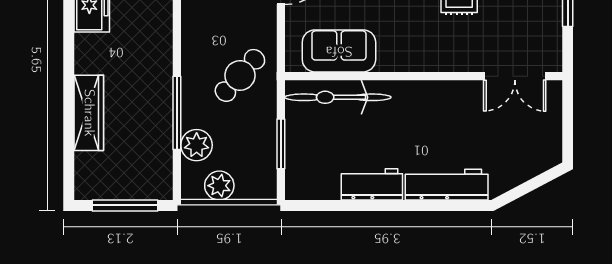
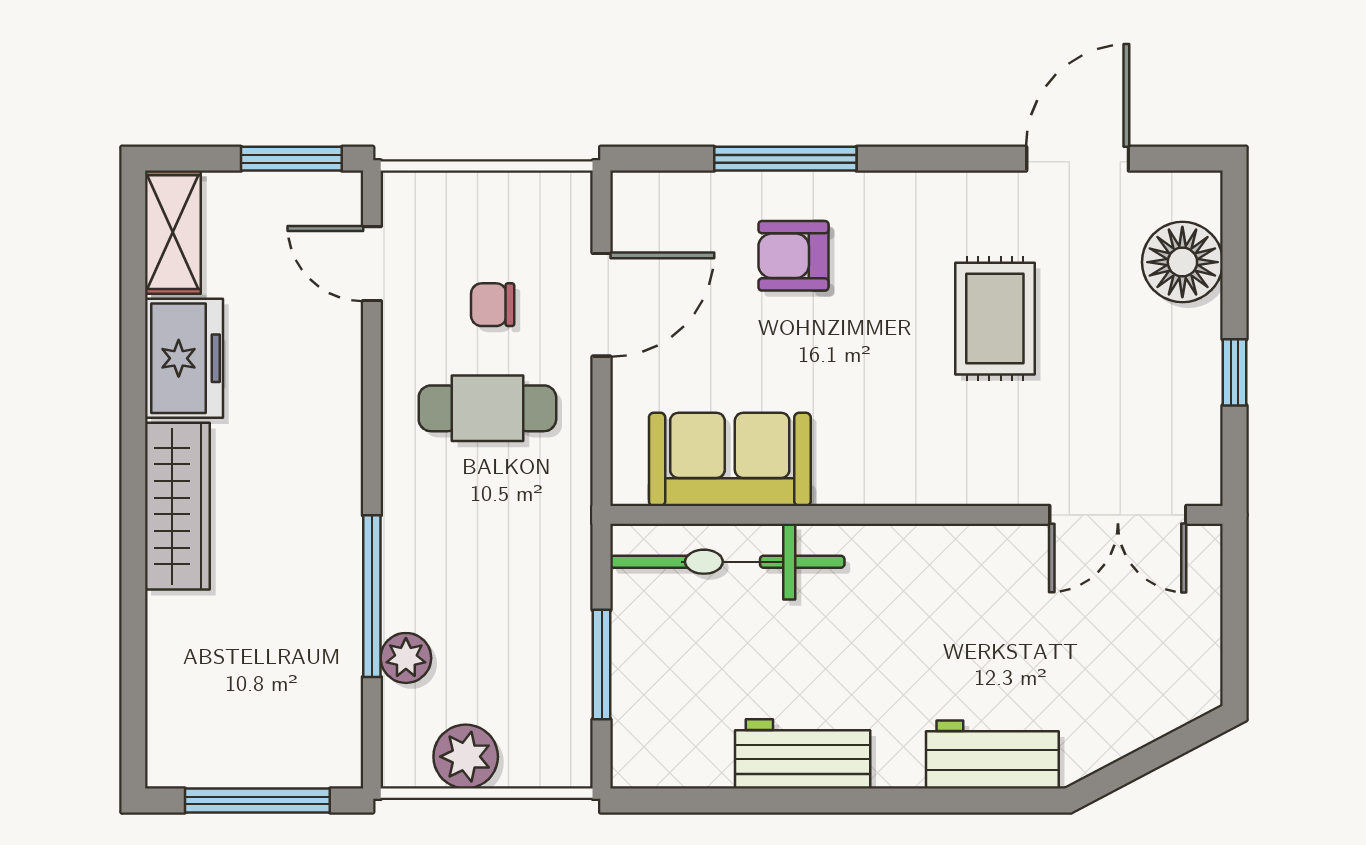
cafe table: (240, 75) -> (487, 408), moved, turned 48
wardrobe: (89, 113) -> (177, 506), moved
plant: (197, 145) -> (406, 658), width x0.73, depth x0.73
workbench: (447, 185) -> (992, 754), width x0.73

